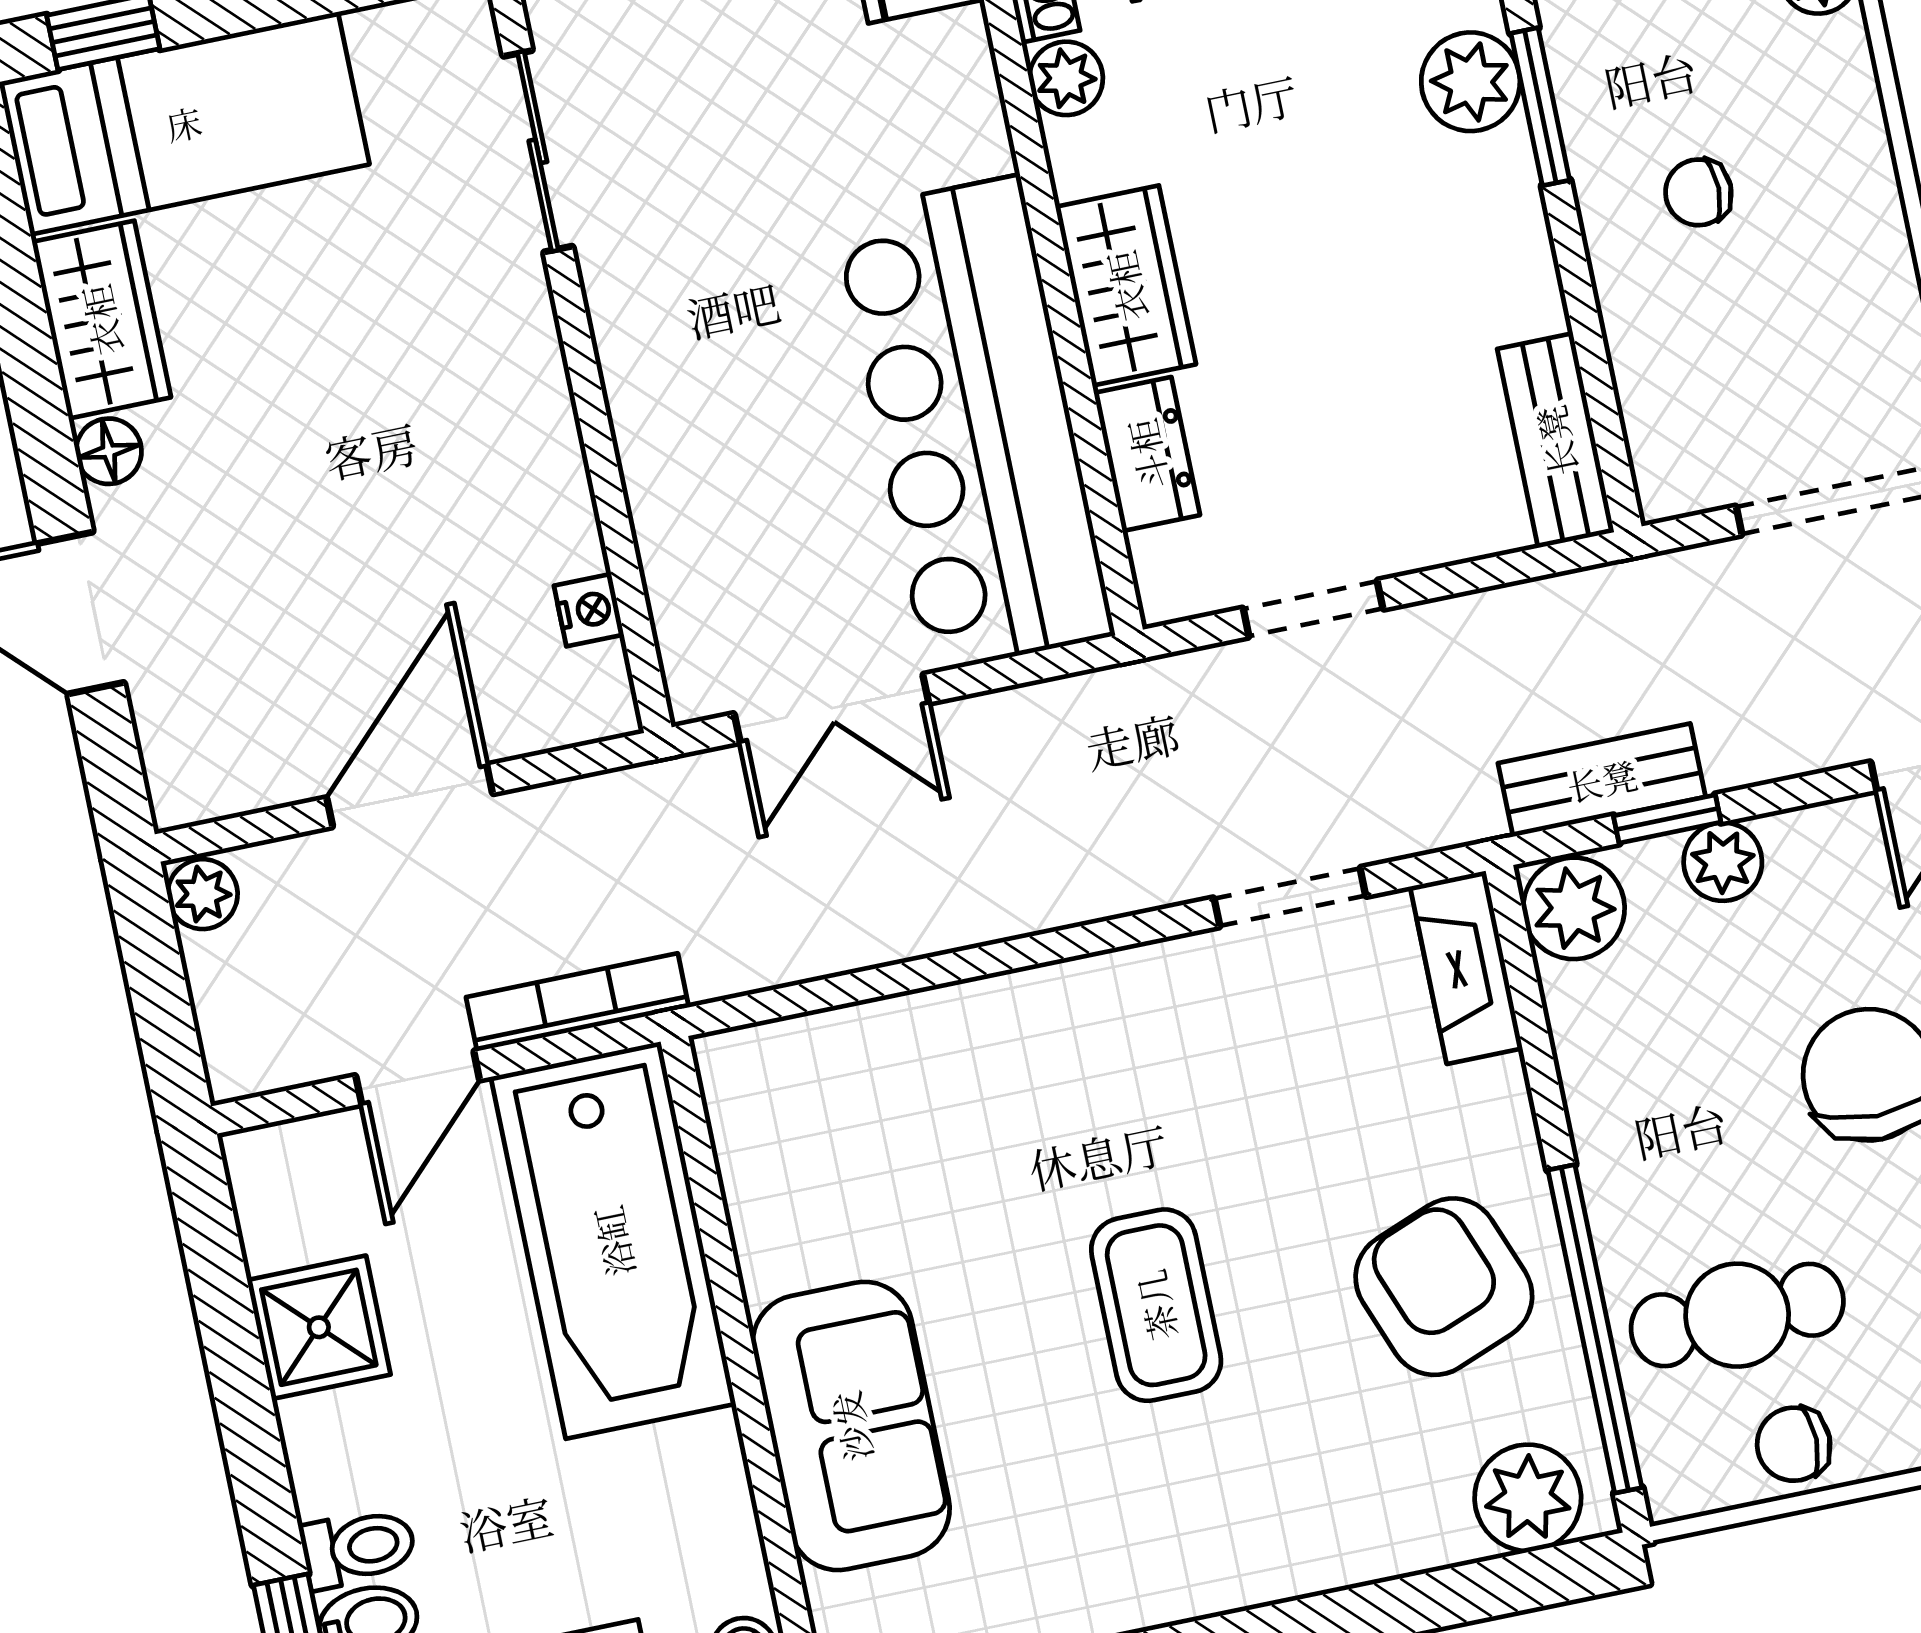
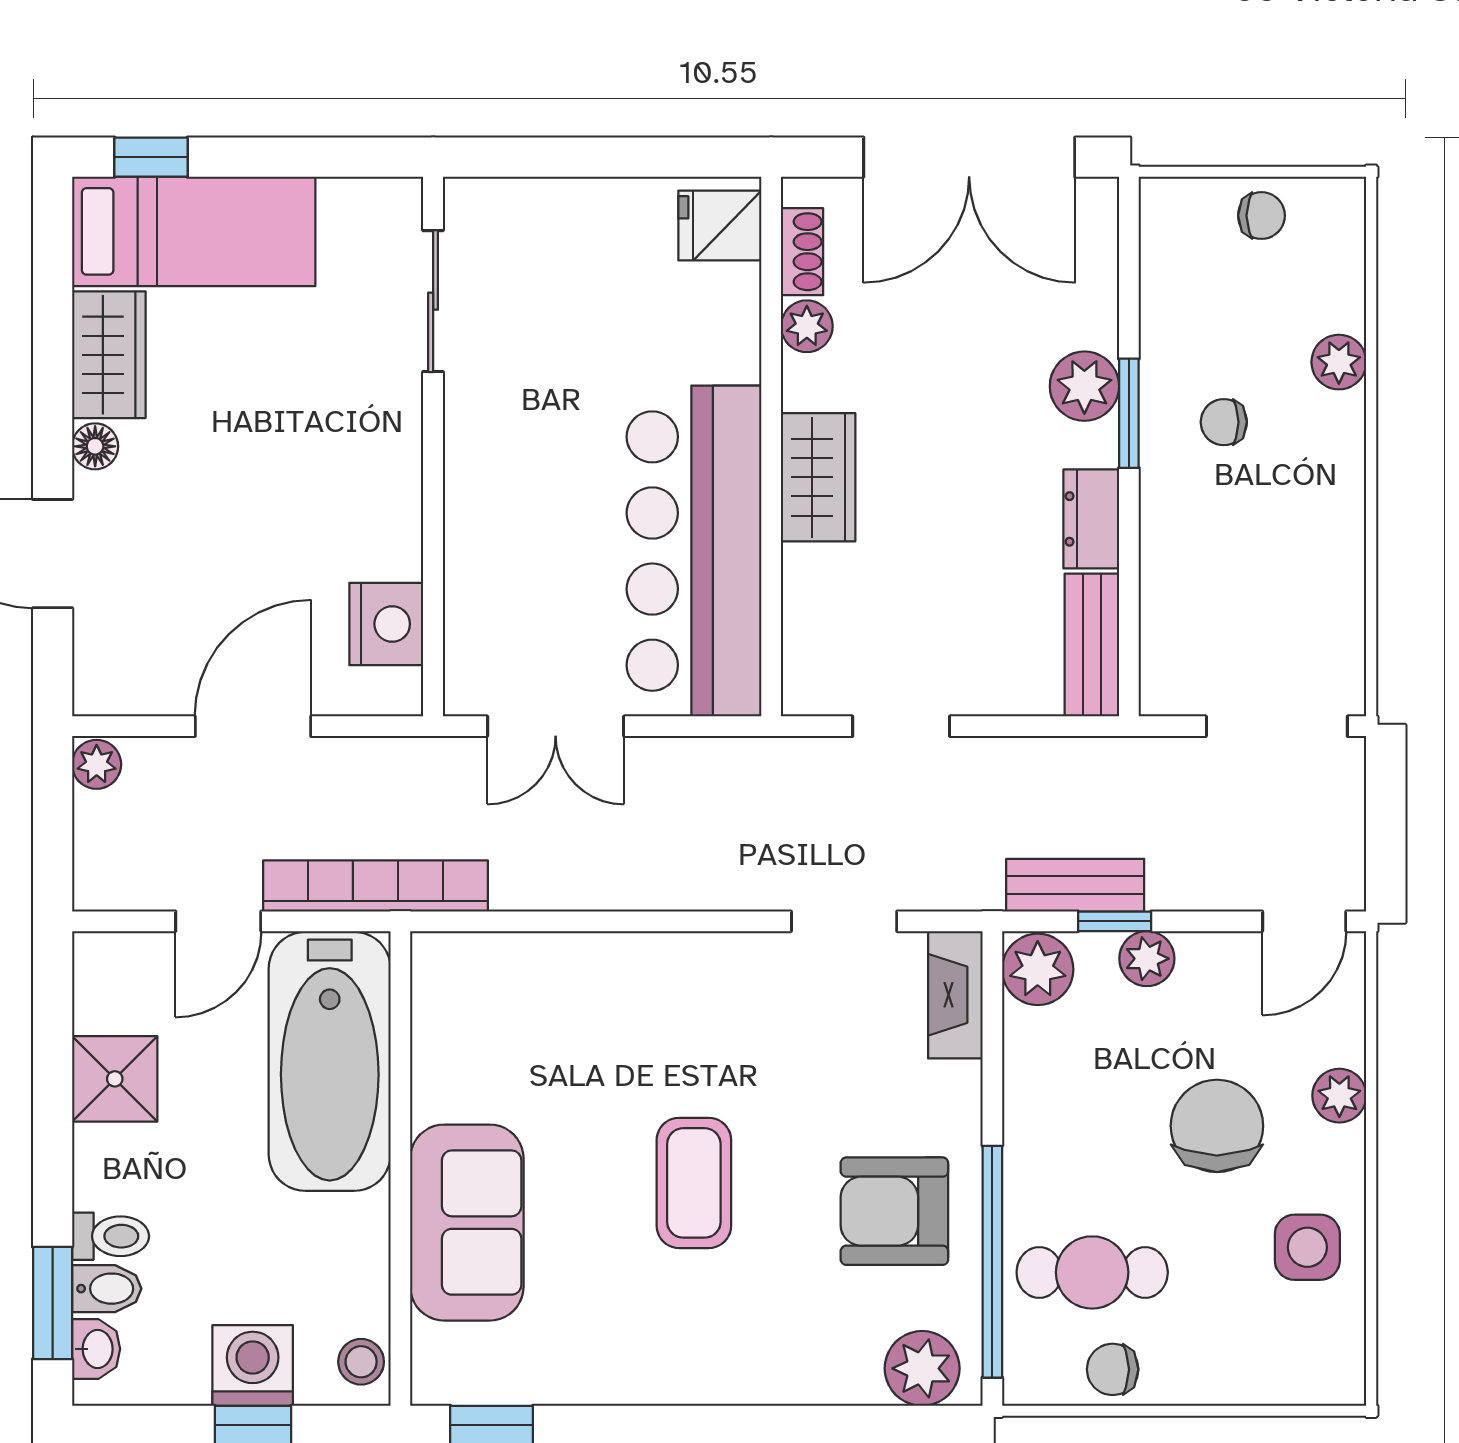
chair: (1698, 192) -> (1224, 422), moved
dresser: (1147, 454) -> (1091, 519), moved, turned 180
nightstand: (589, 610) -> (386, 624), width x1.89, depth x1.79
bookcase: (577, 1002) -> (375, 886), width x1.48, depth x1.31
armchair: (1444, 1287) -> (894, 1211), turned -69

